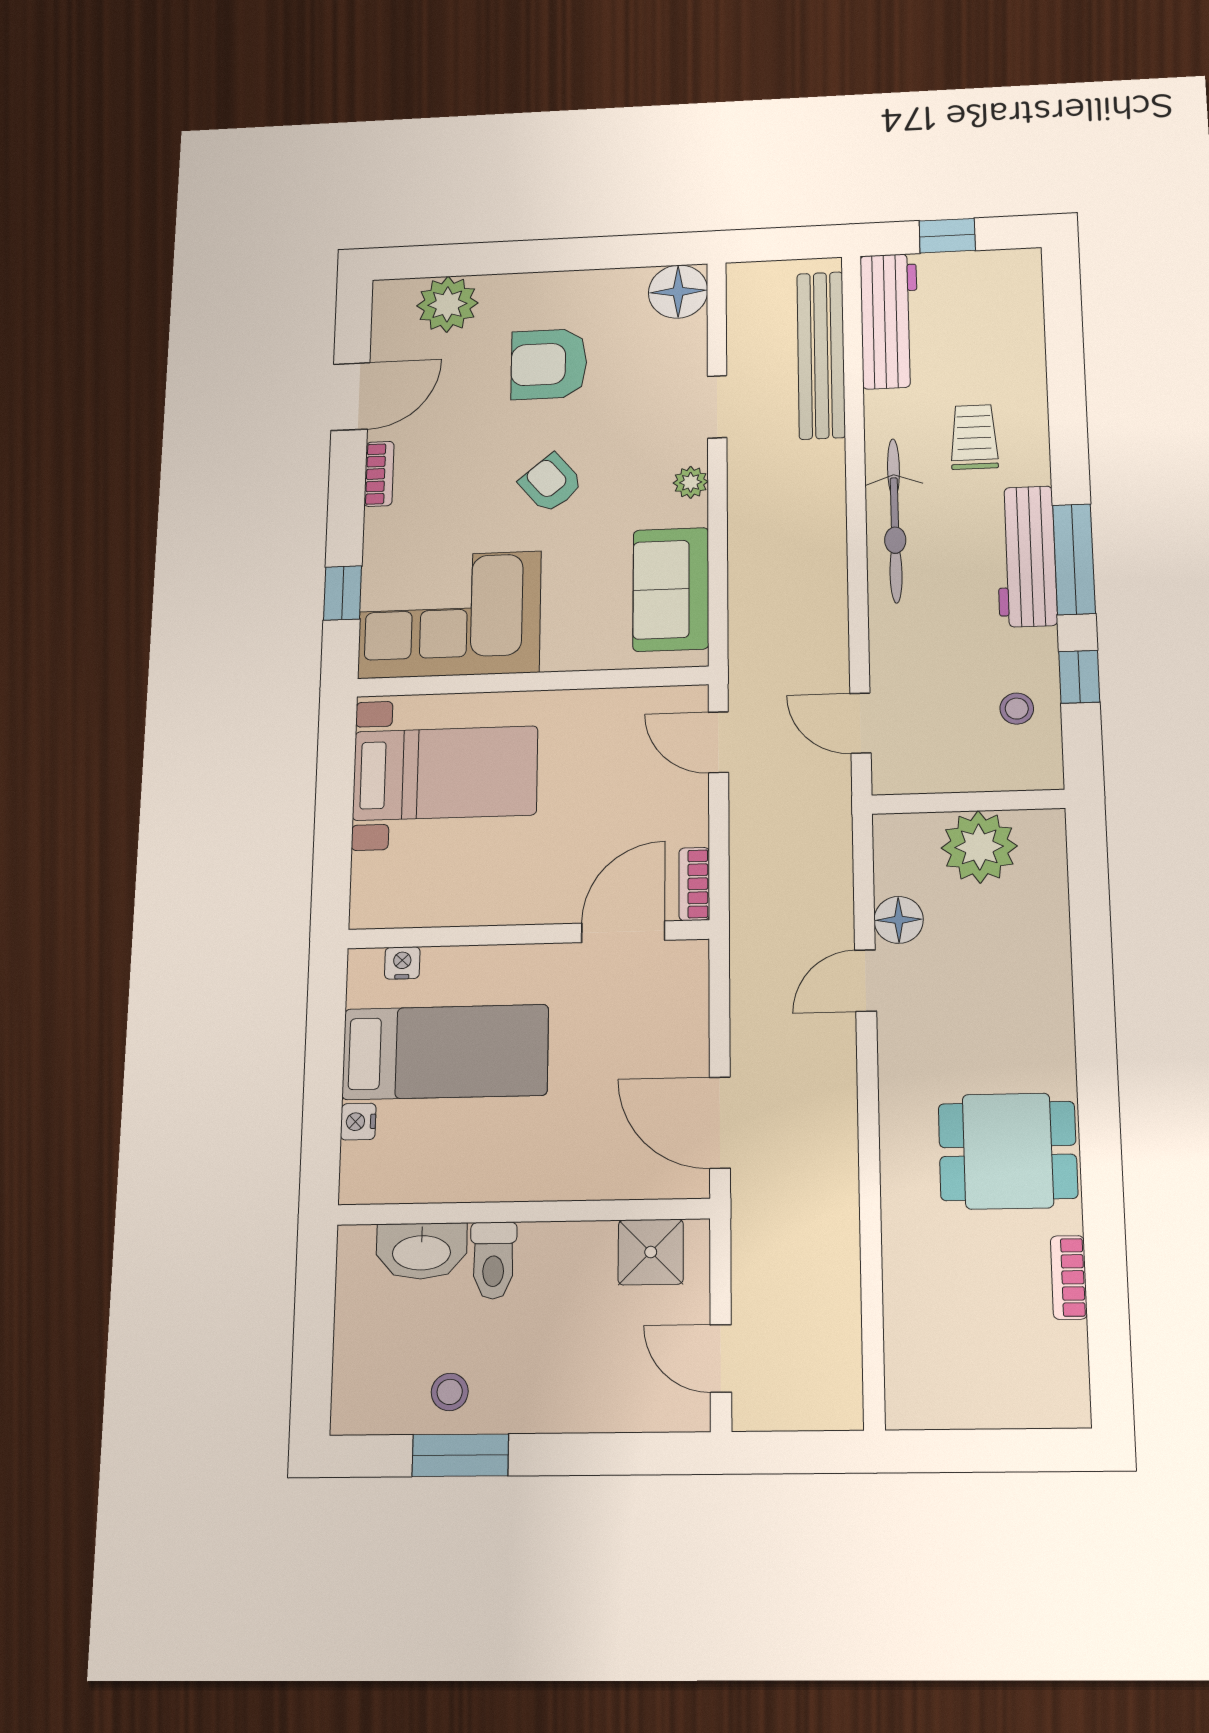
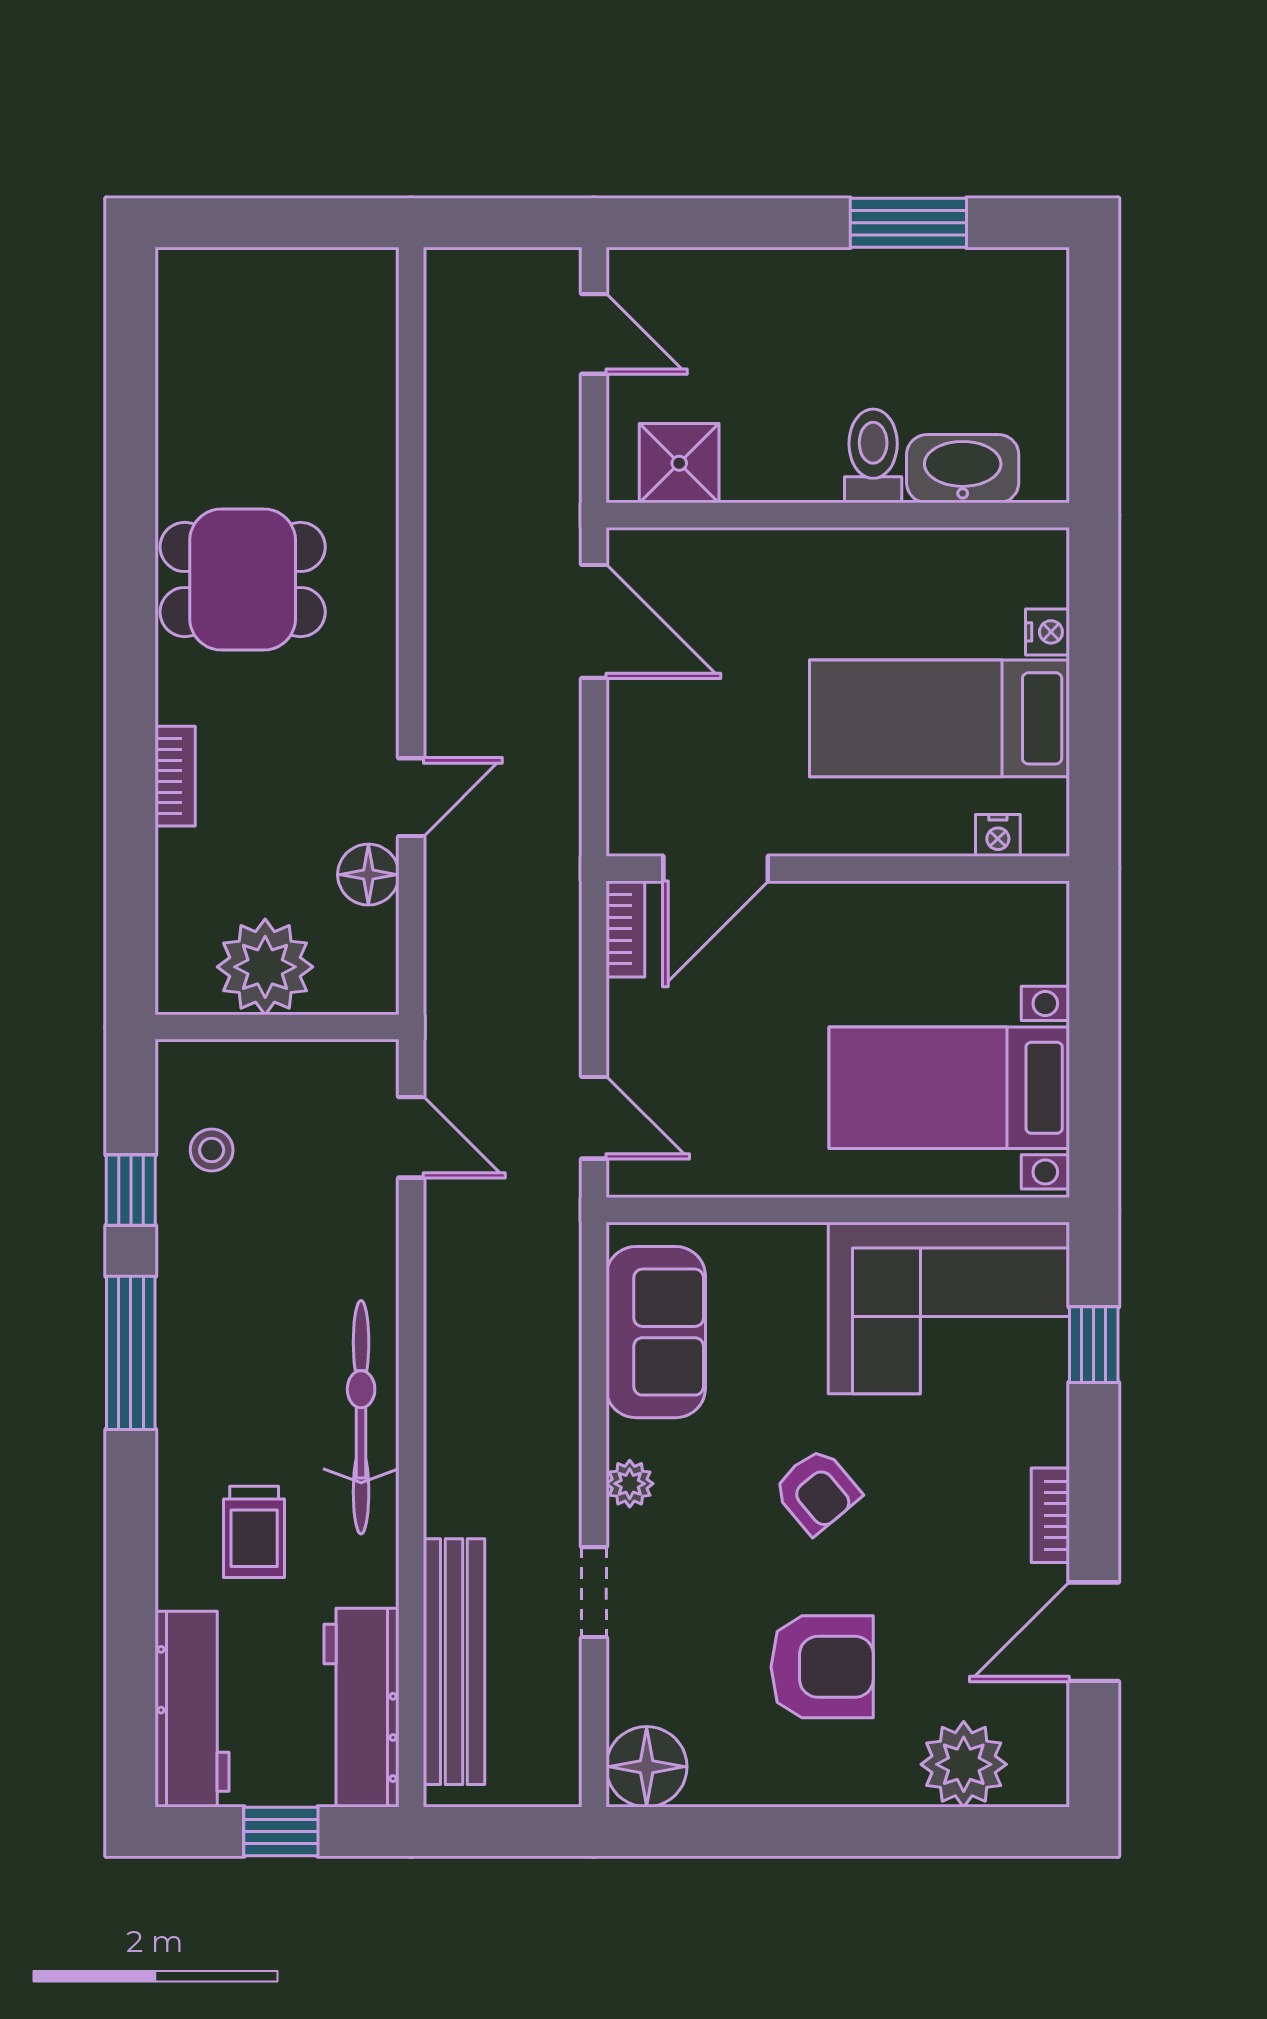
workbench: (1026, 556) -> (192, 1709), moved
bookcase: (1069, 1277) -> (175, 776), moved
stool: (450, 1392) -> (923, 298), removed

